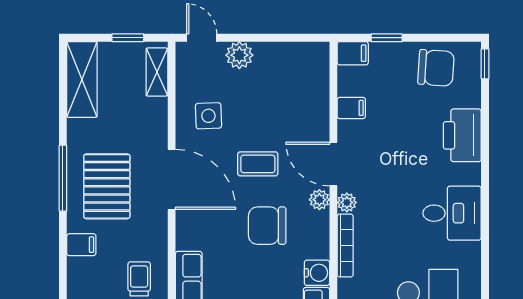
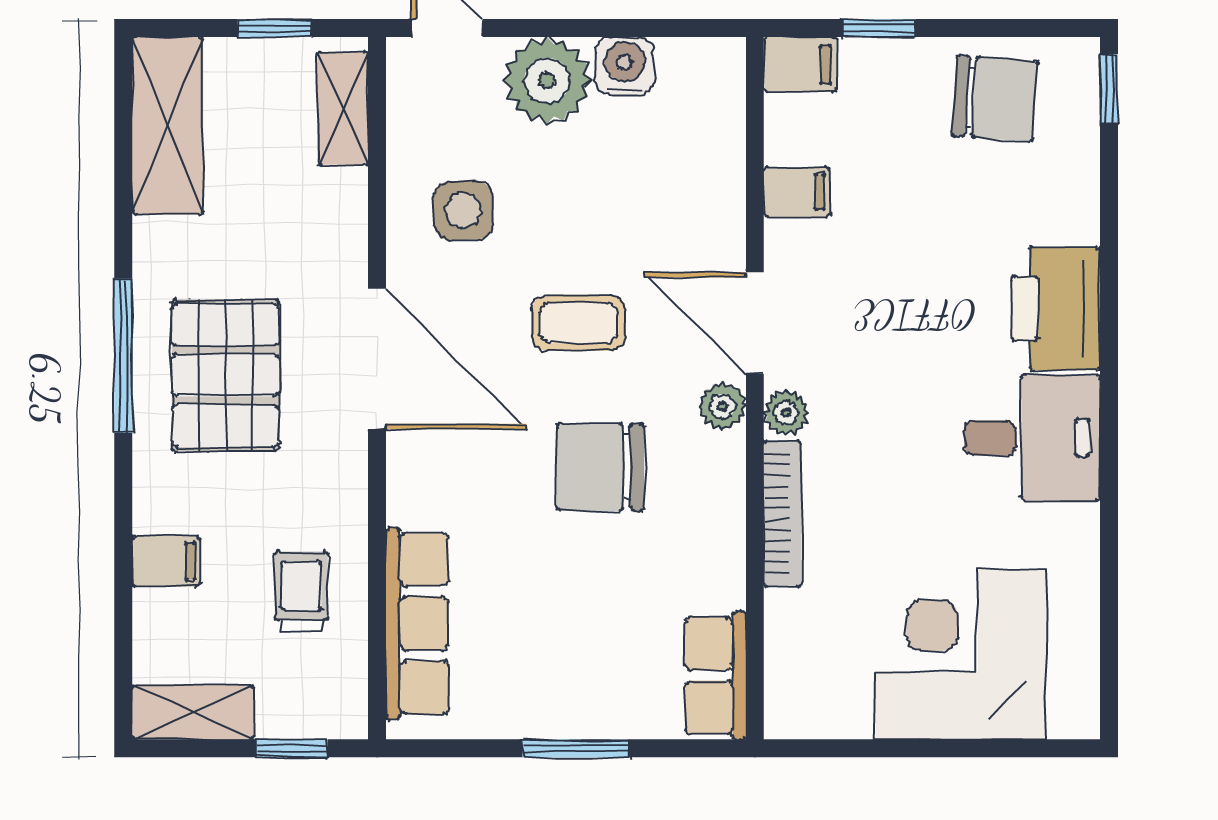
plant: (239, 55) -> (547, 80), width x1.36, depth x1.36
printer: (462, 135) -> (1056, 308), moved
filing cabinet: (81, 245) -> (166, 561), moved
water cooler: (317, 273) -> (625, 66), moved, turned -90

